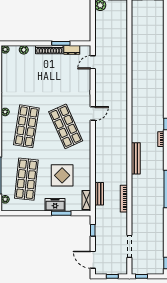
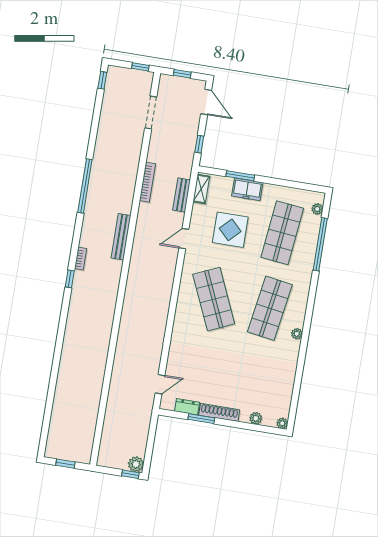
door: (93, 114) -> (184, 239), moved

